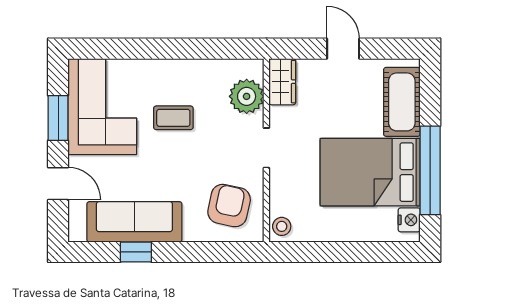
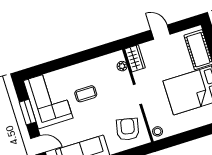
plant: (247, 96) -> (122, 66), width x0.53, depth x0.53

